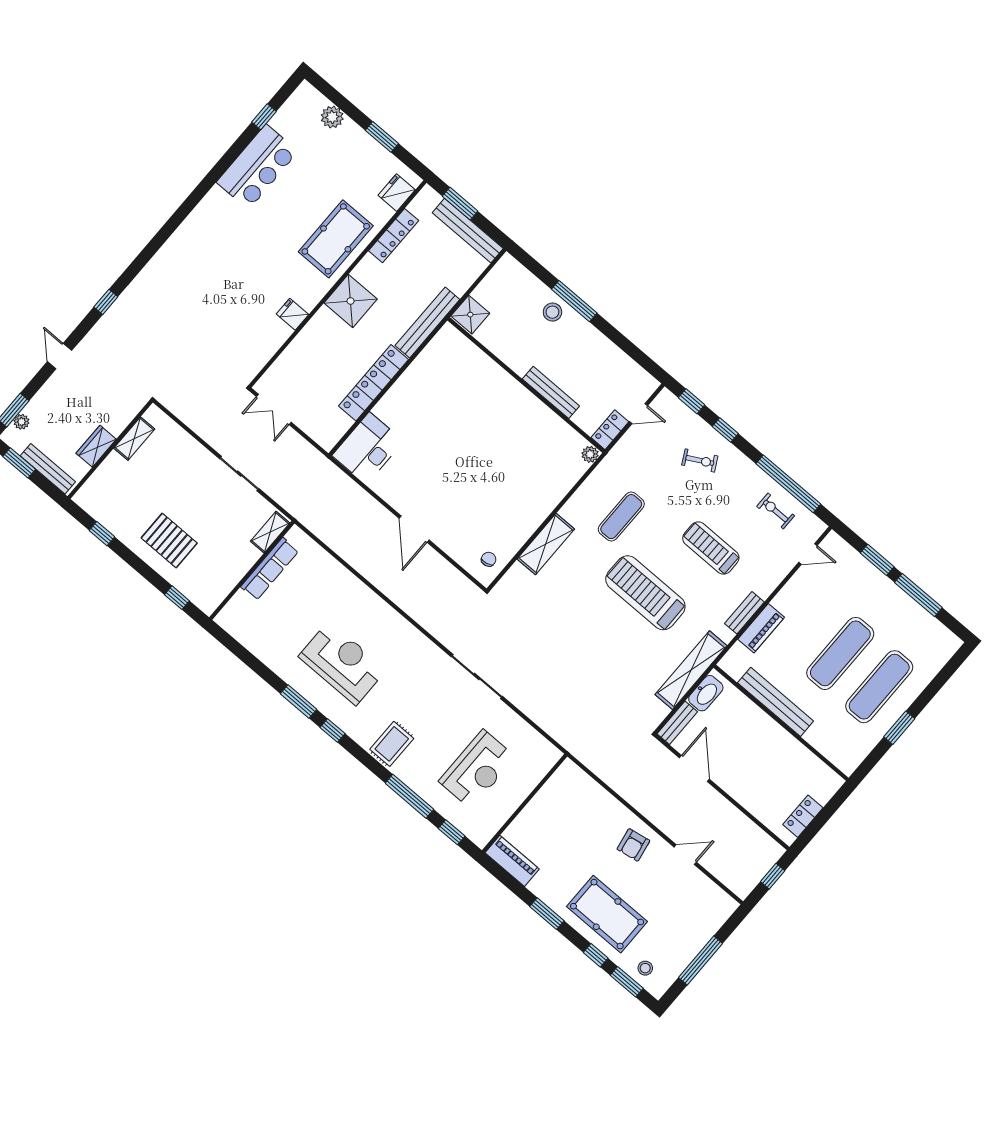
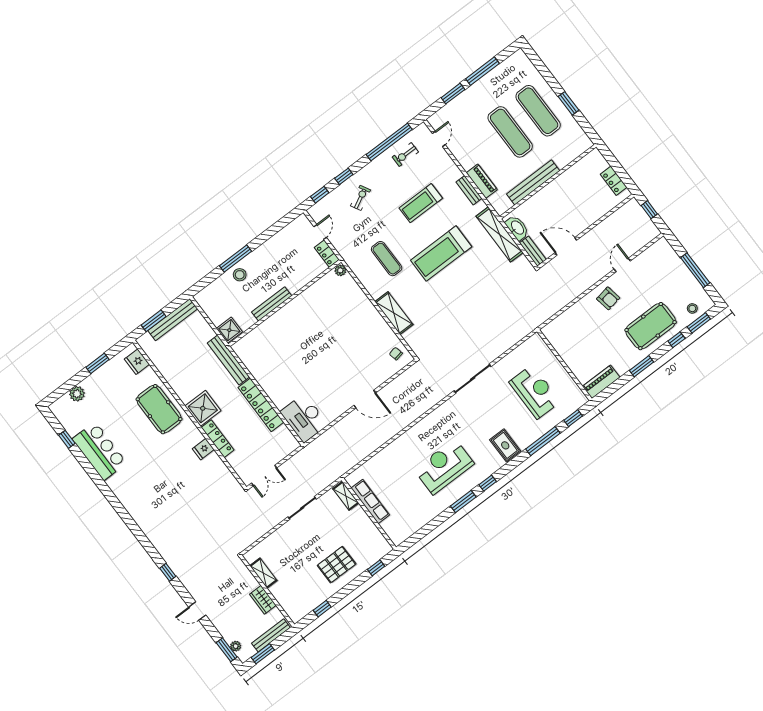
locker: (394, 236) -> (218, 439), moved
bench: (551, 392) -> (272, 304), moved

